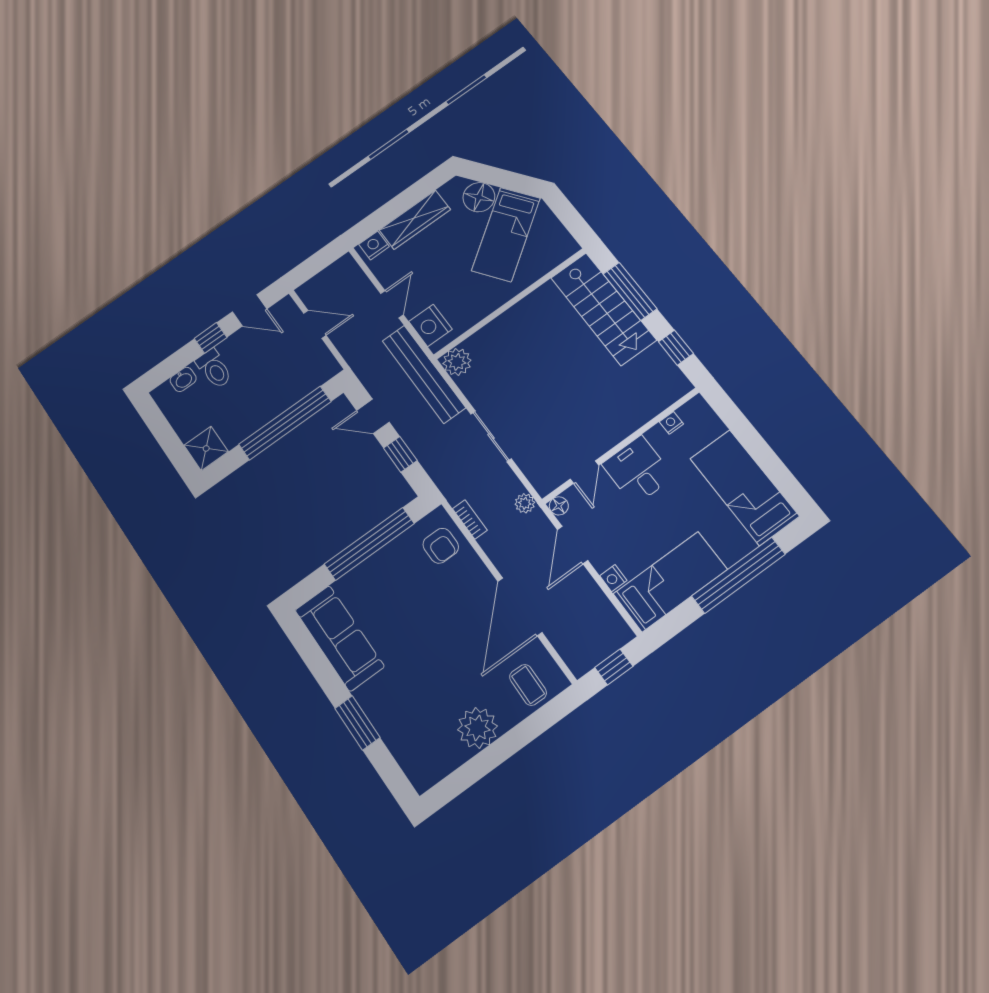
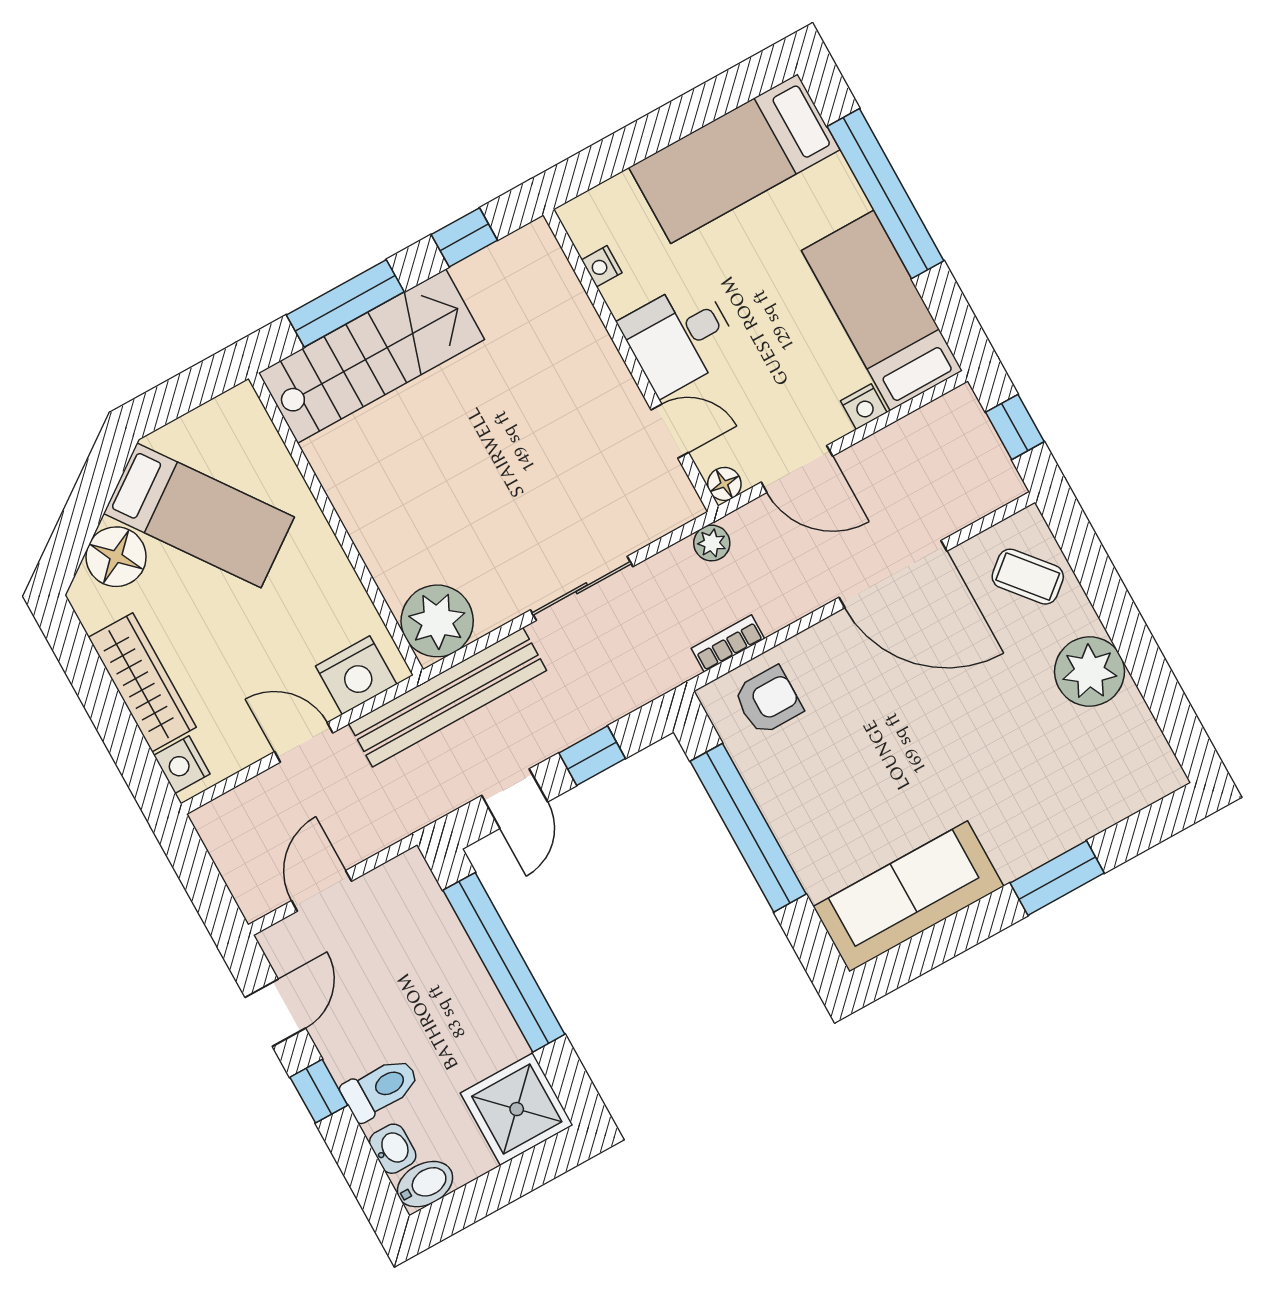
plant: (457, 362) -> (437, 621), width x1.36, depth x1.36
bidet: (166, 398) -> (425, 1184), added
shower: (206, 448) -> (517, 1109), width x1.36, depth x1.36
coffee table: (528, 685) -> (1028, 577), turned 49

